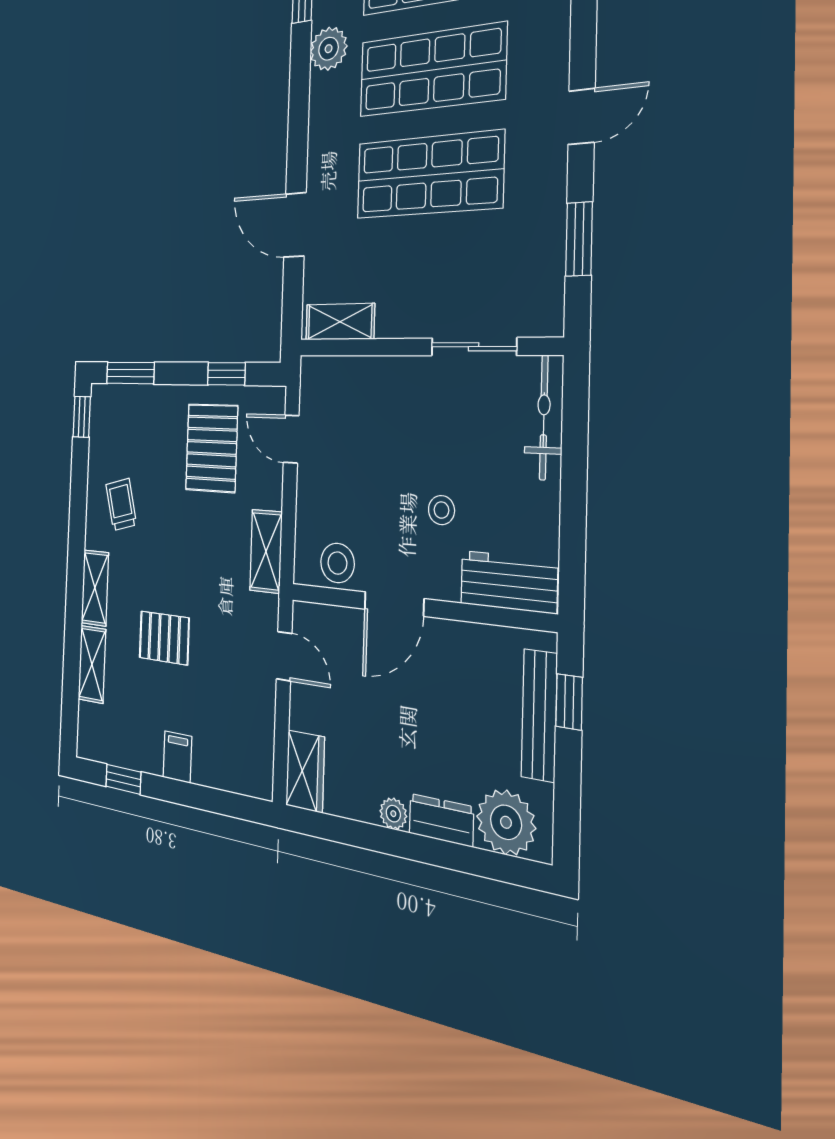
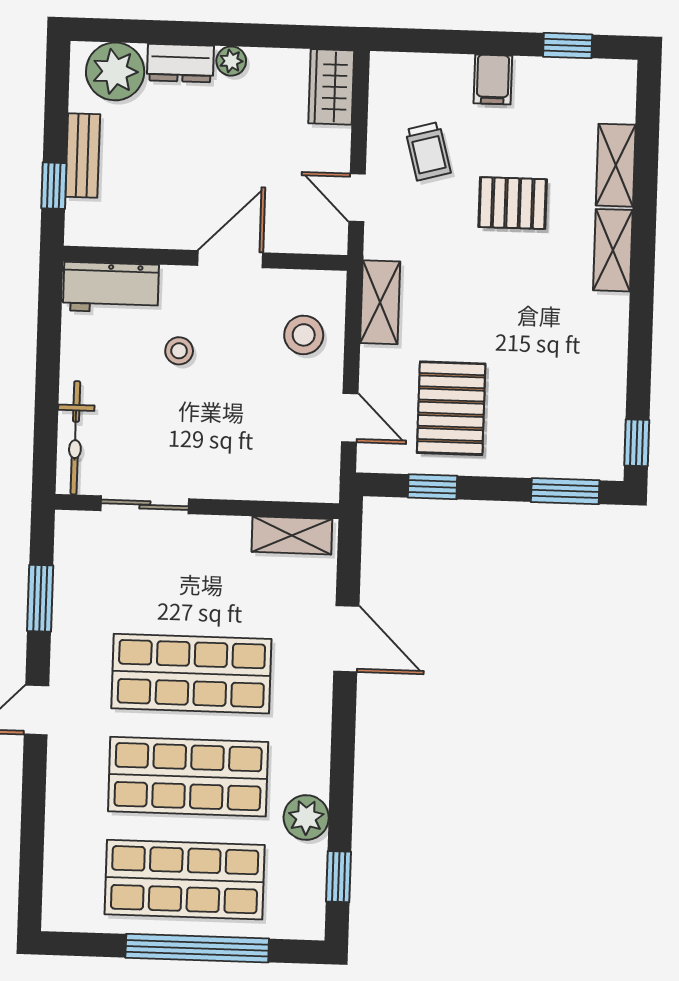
trolley: (121, 505) -> (428, 151), moved
stool: (337, 563) -> (304, 335), moved
bench: (539, 715) -> (83, 155), width x0.73

